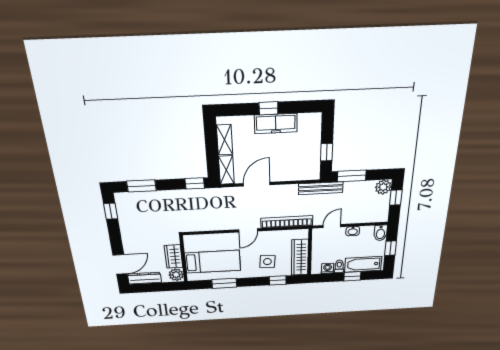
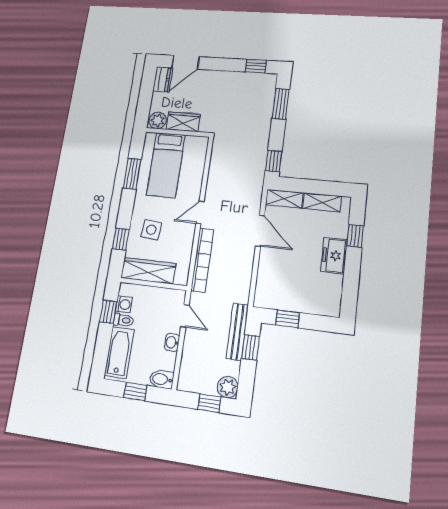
window: (268, 108) -> (355, 236), moved
freezer: (276, 124) -> (334, 256), width x0.71
window: (352, 176) -> (250, 347), width x0.67
bench: (321, 188) -> (237, 332), moved
door: (248, 230) -> (200, 212), hinge flipped
door: (120, 264) -> (186, 62), hinge flipped
window: (352, 276) -> (108, 312), moved
dresser: (145, 278) -> (162, 79), width x0.70

